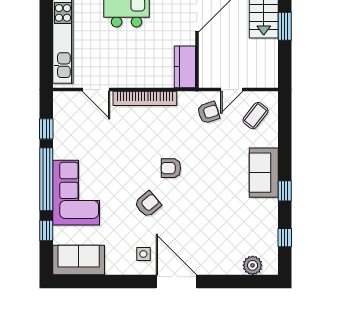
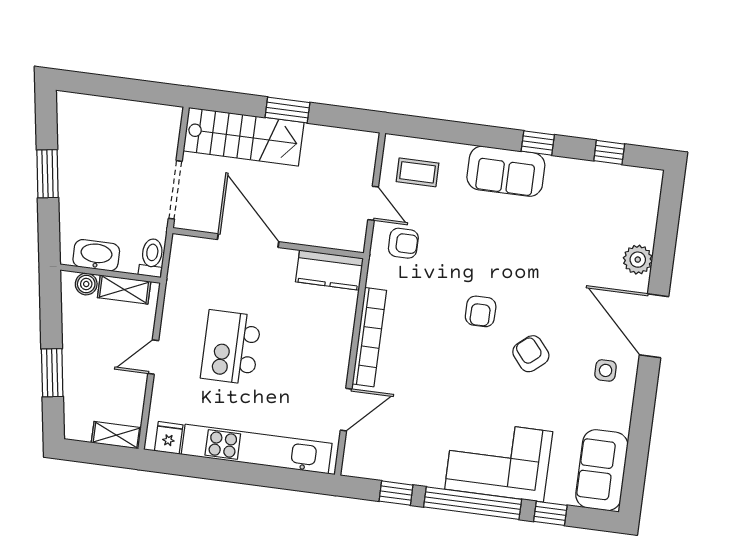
armchair: (208, 112) -> (403, 243), turned 108
coffee table: (255, 116) -> (417, 172), turned -38
plant: (253, 265) -> (638, 260), moved
door: (176, 282) -> (654, 326), hinge flipped

